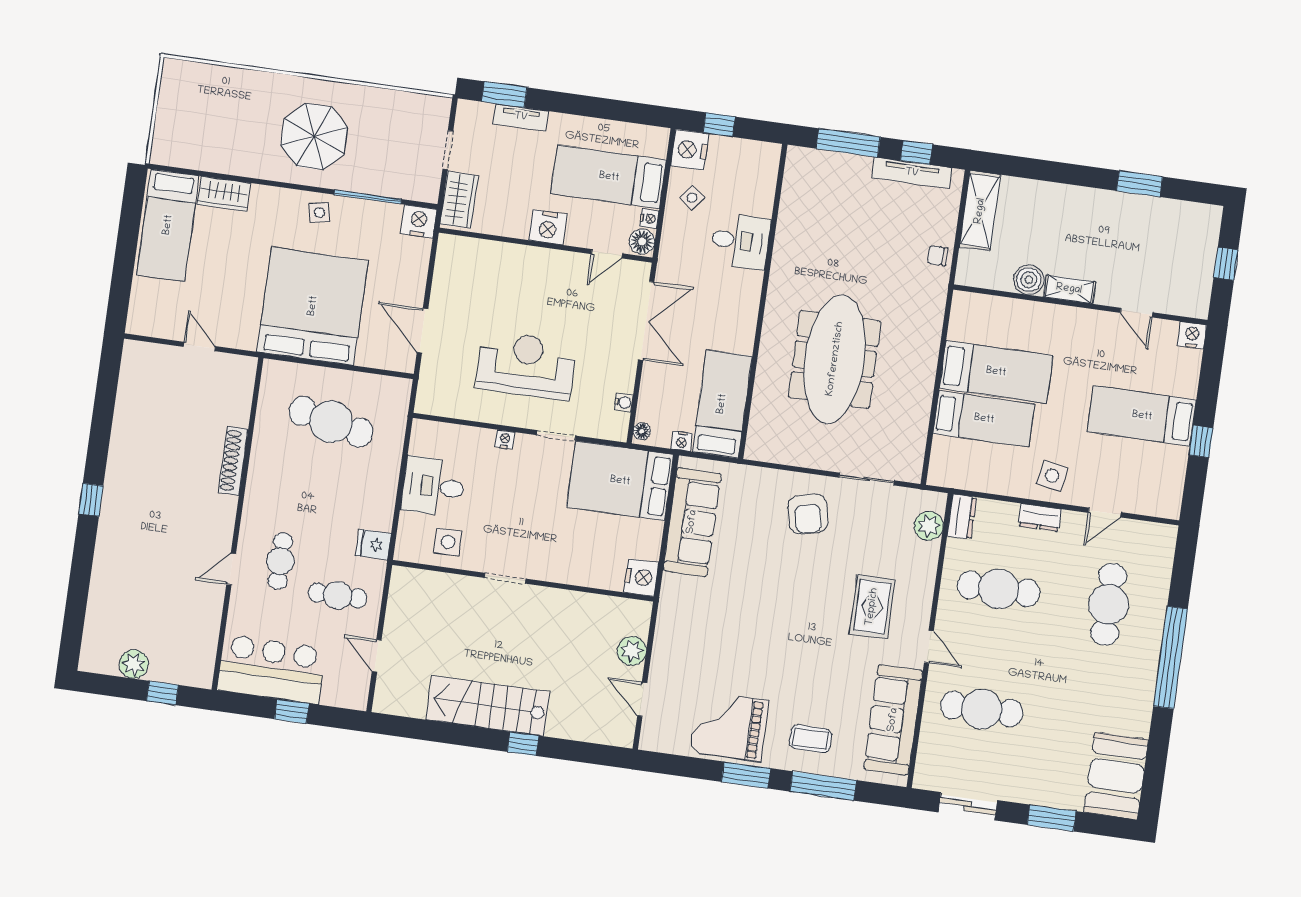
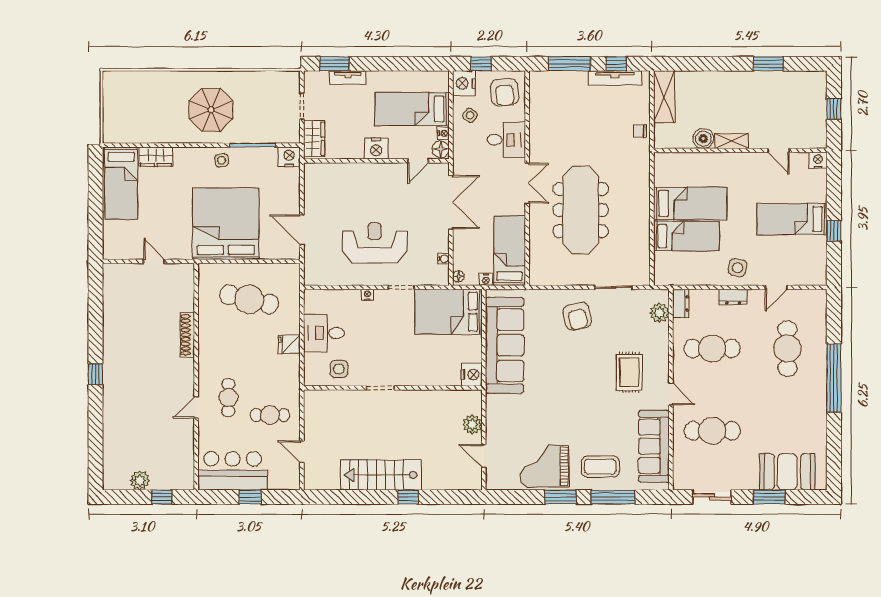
armchair: (747, 171) -> (504, 92), added
double door: (762, 309) -> (527, 183), added
sofa: (692, 522) -> (505, 345), width x1.36, depth x1.27
fridge: (373, 545) -> (289, 344), moved
coffee table: (810, 739) -> (600, 467), width x1.36, depth x1.30
booth: (1116, 776) -> (787, 472), moved, turned 90

